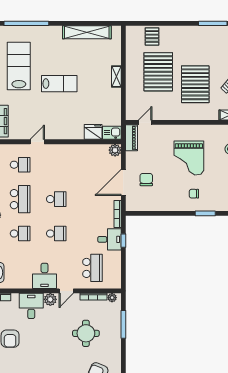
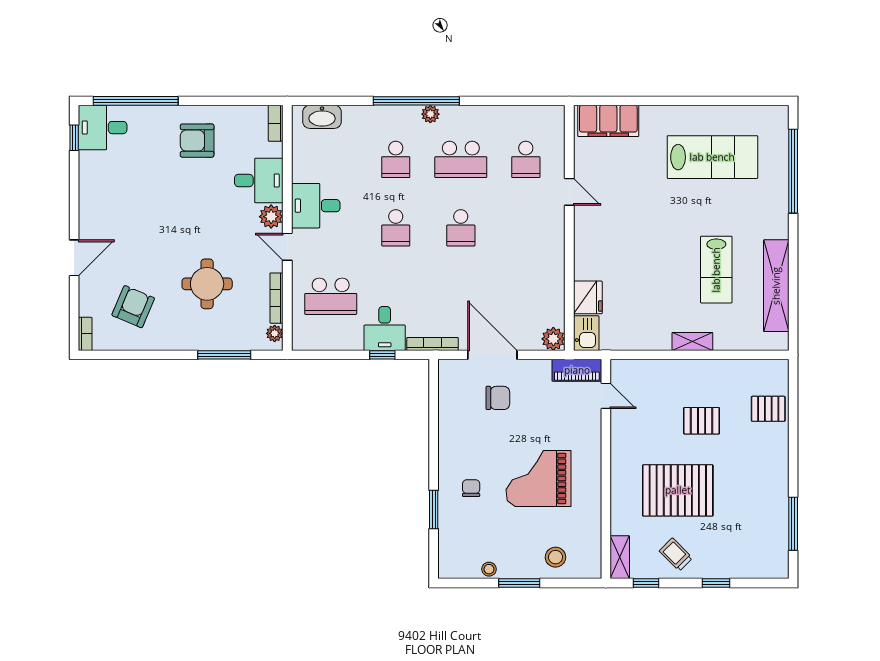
pallet: (158, 72) -> (702, 421), width x0.49, depth x0.50
lab bench: (59, 84) -> (716, 270), moved

